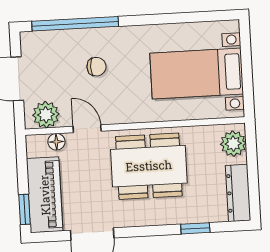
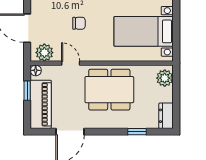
floor lamp: (56, 142) -> (36, 70), moved
dresser: (238, 193) -> (166, 116), width x0.70
window: (25, 209) -> (27, 91), moved

